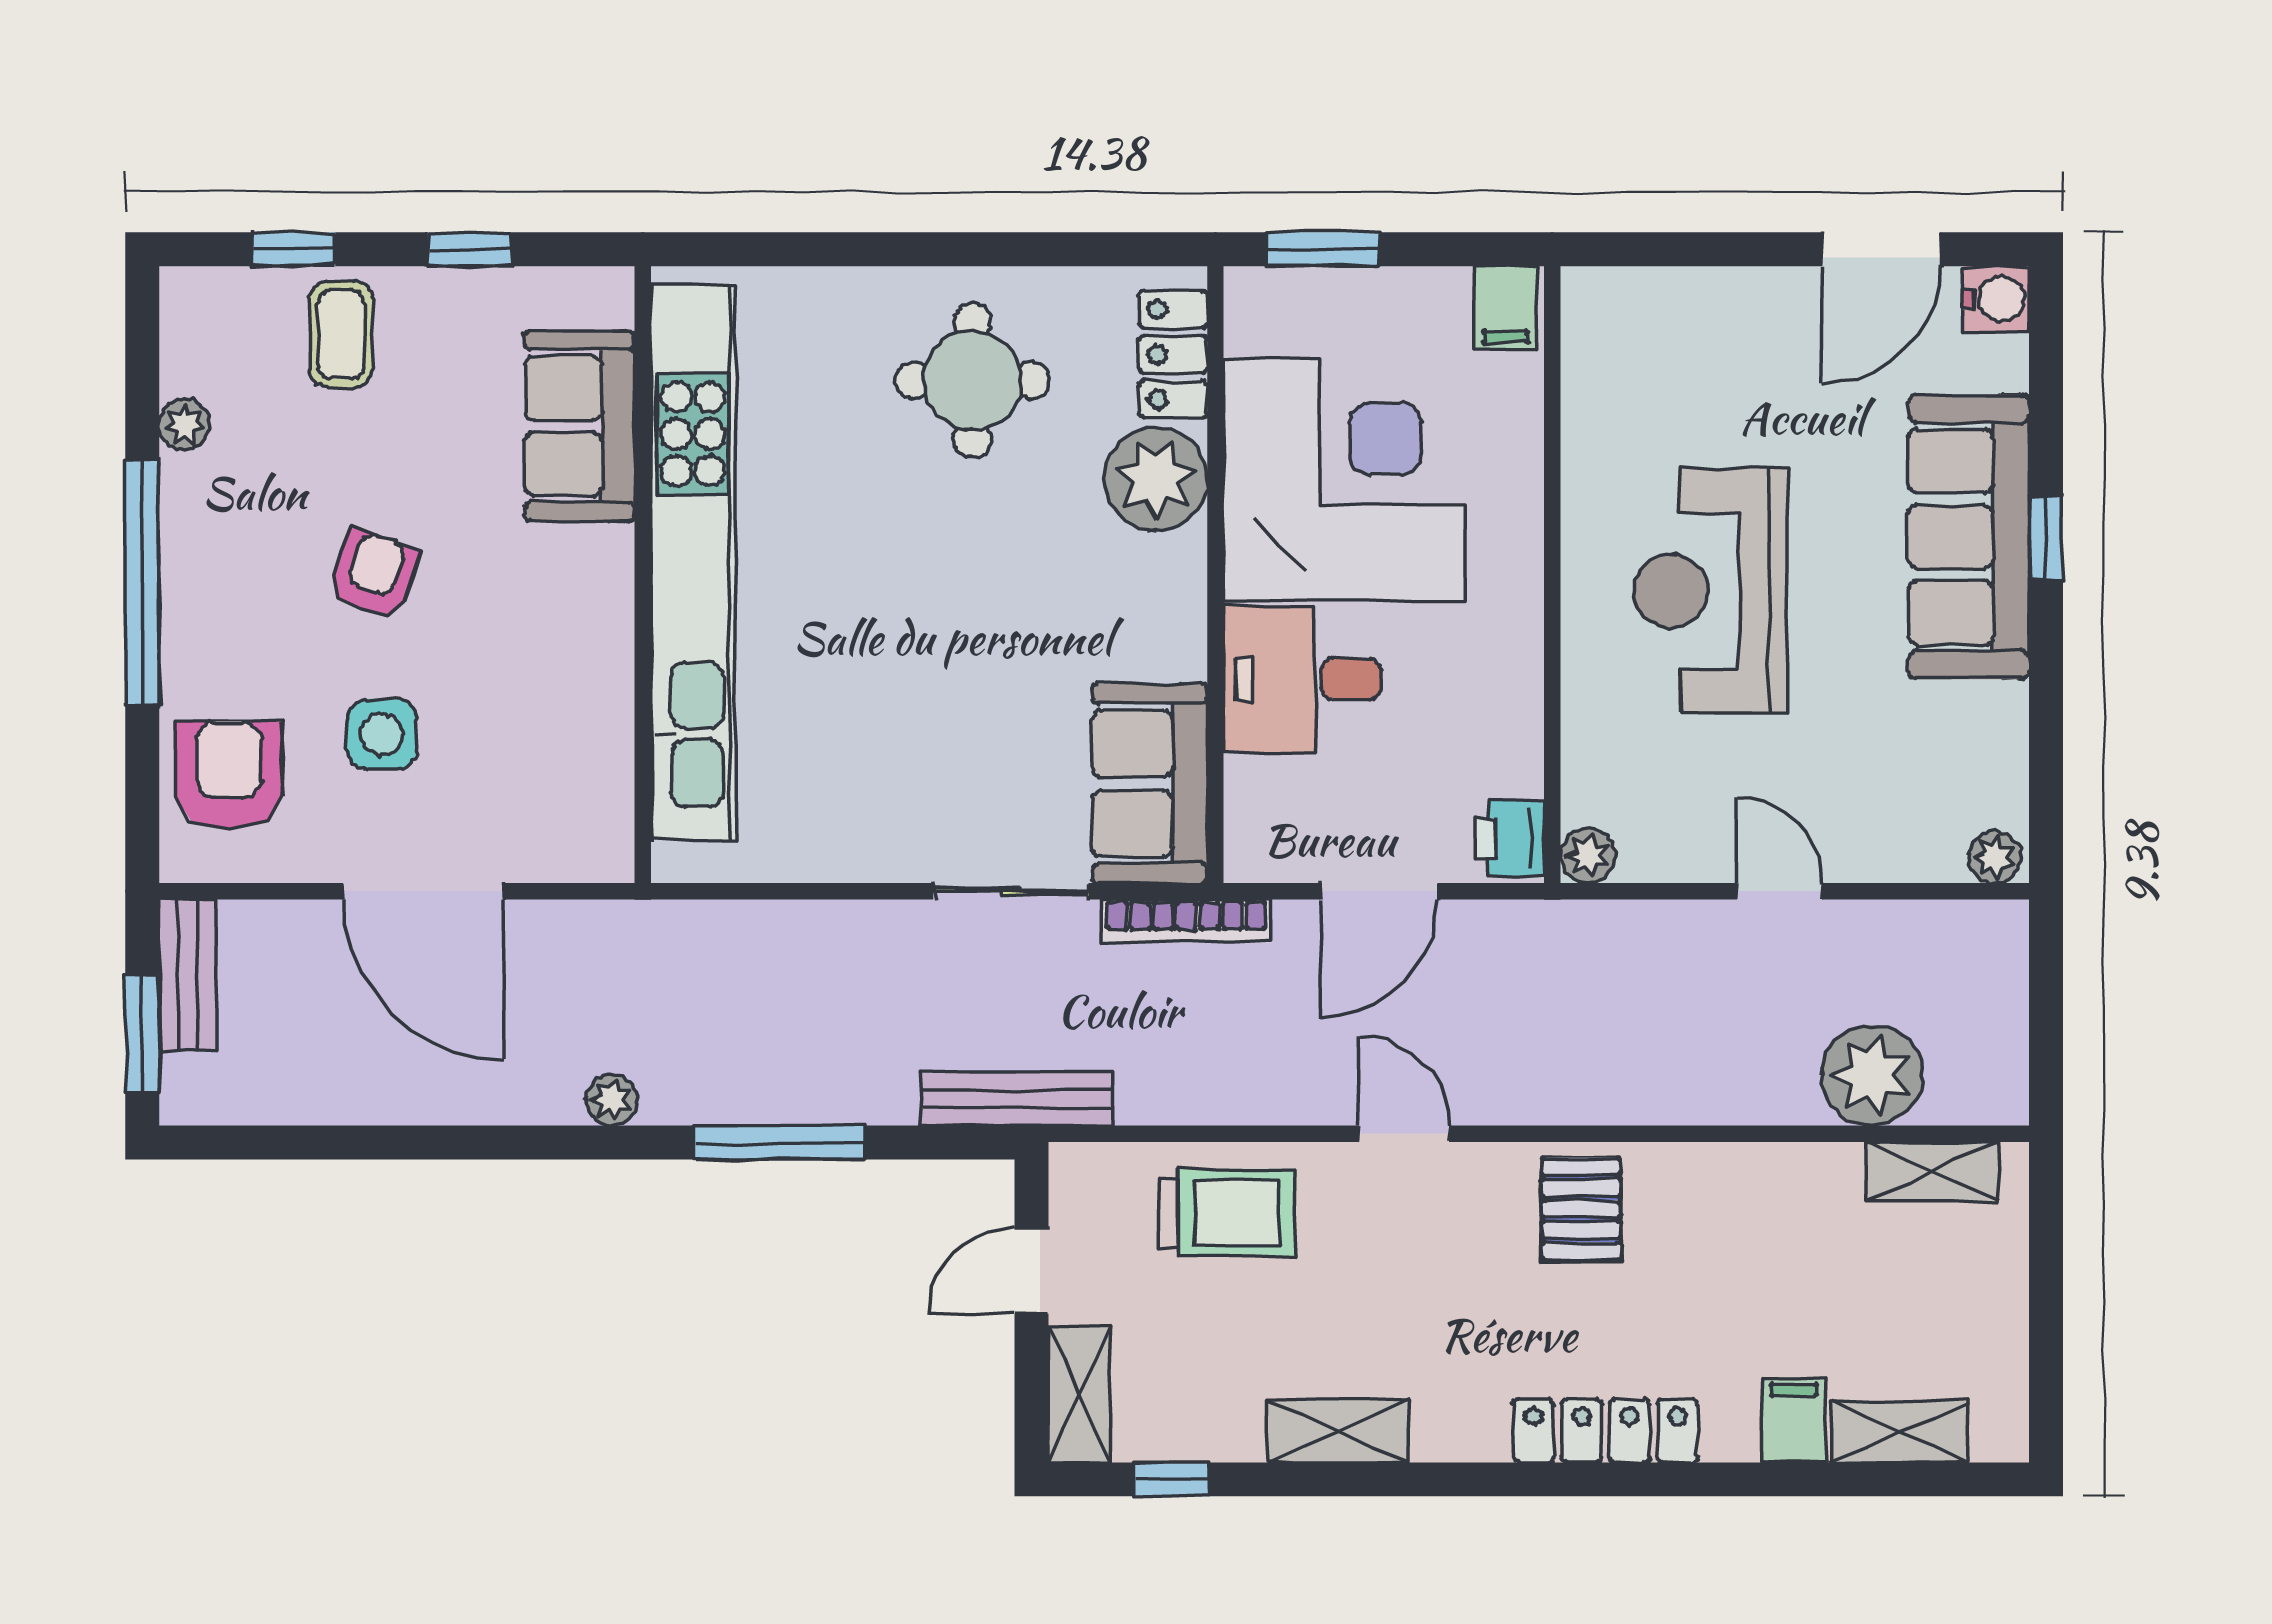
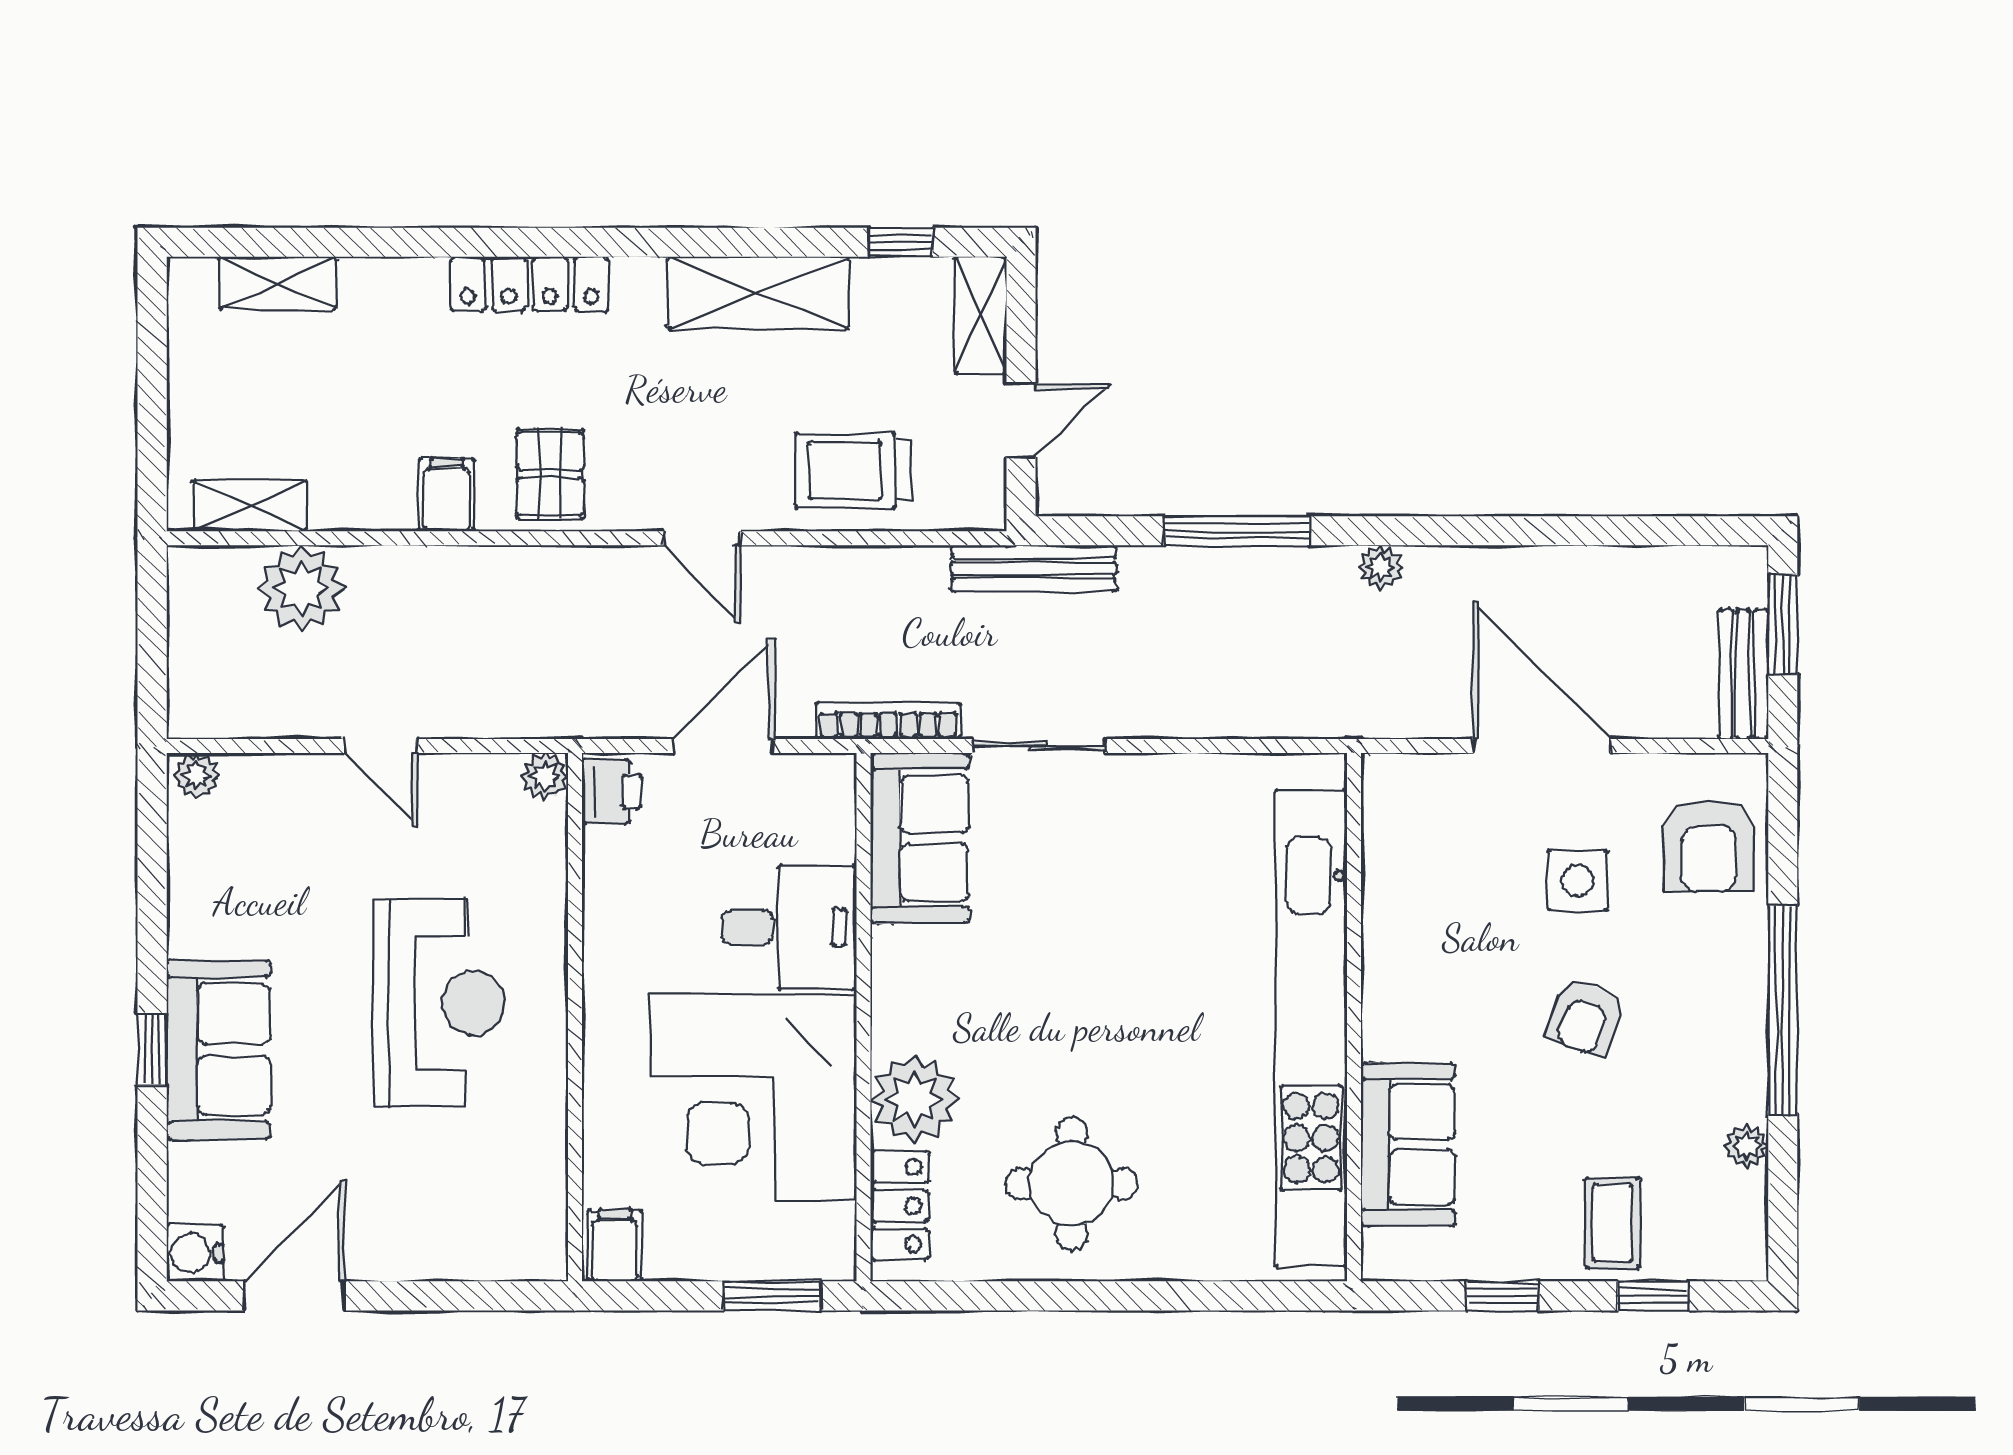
sofa: (1969, 537) -> (218, 1050), width x0.73
filing cabinet: (1794, 1420) -> (447, 495), moved, turned 180
shelving: (1339, 1431) -> (758, 293), width x1.50, depth x1.33

